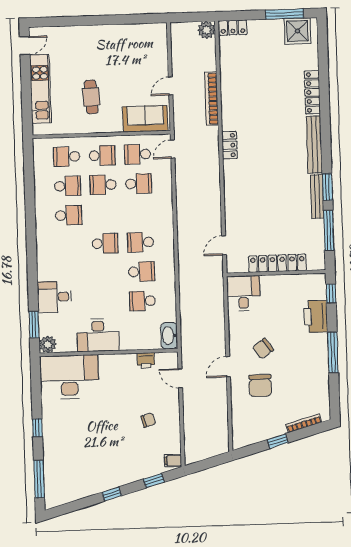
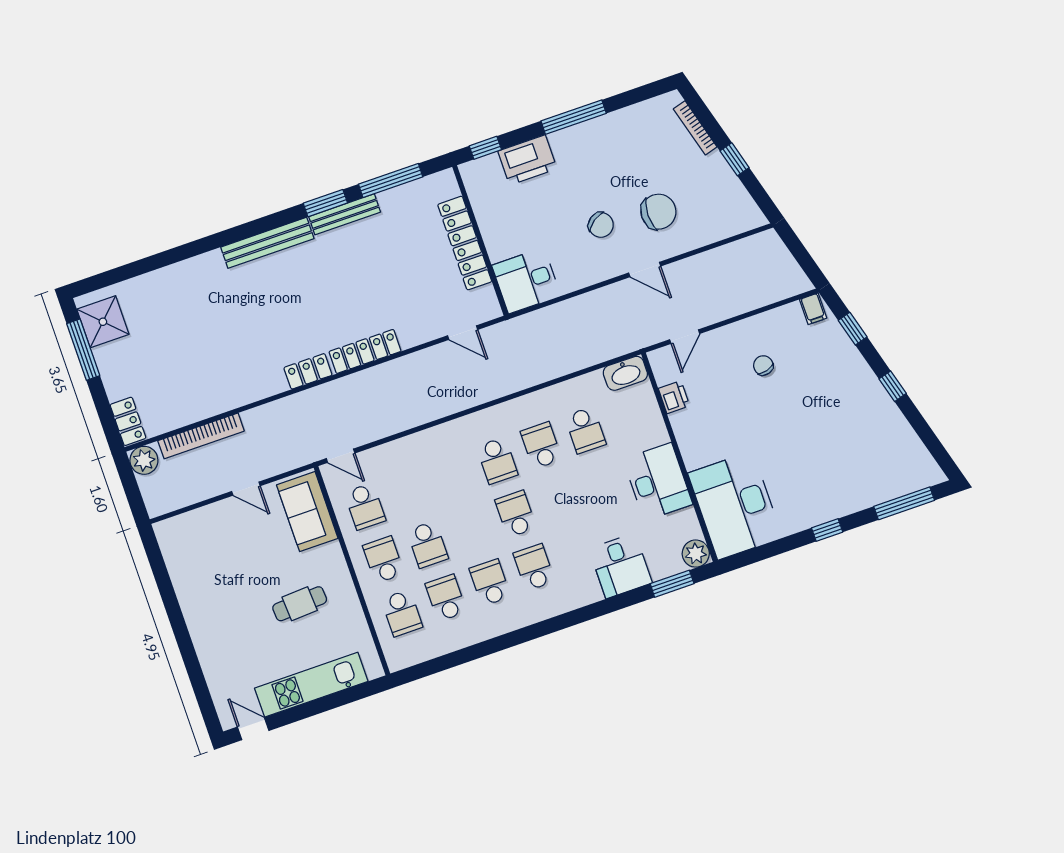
locker: (312, 92) -> (365, 351), moved, turned 180
bookcase: (212, 99) -> (201, 436), moved
school desk: (139, 184) -> (534, 567), moved

